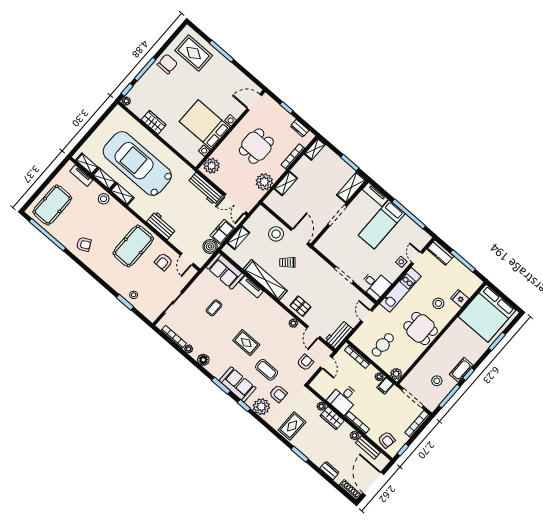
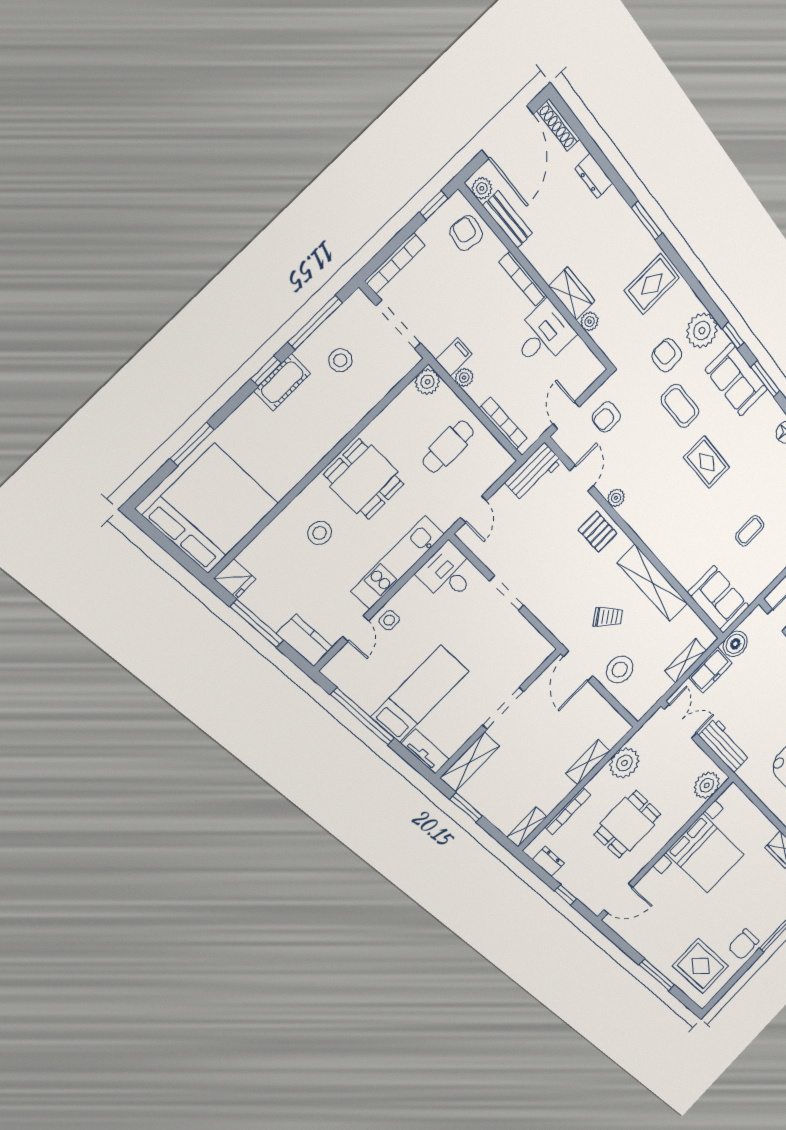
tv unit: (251, 287) -> (679, 570), removed
fridge: (460, 299) -> (235, 579), moved
plant: (355, 435) -> (482, 188), moved

